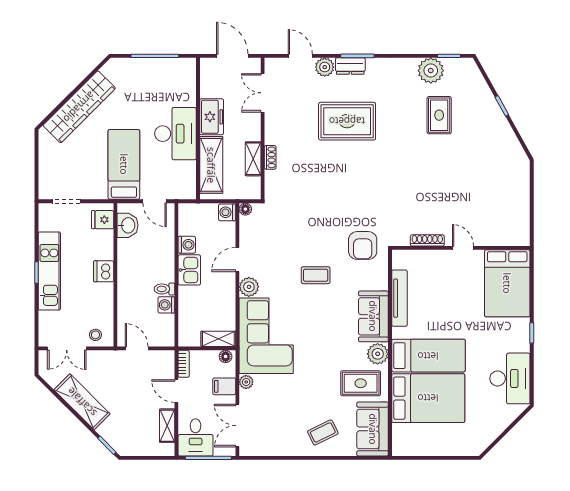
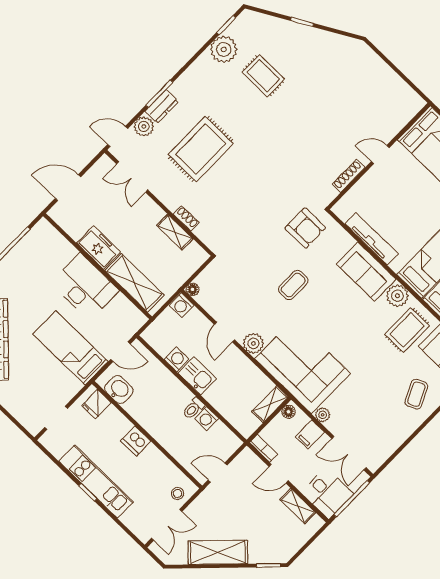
double door: (263, 93) -> (132, 177), moved
wall: (263, 129) -> (159, 203), moved
shoe rack: (270, 157) -> (186, 218), moved
shelving: (253, 159) -> (175, 232), moved

